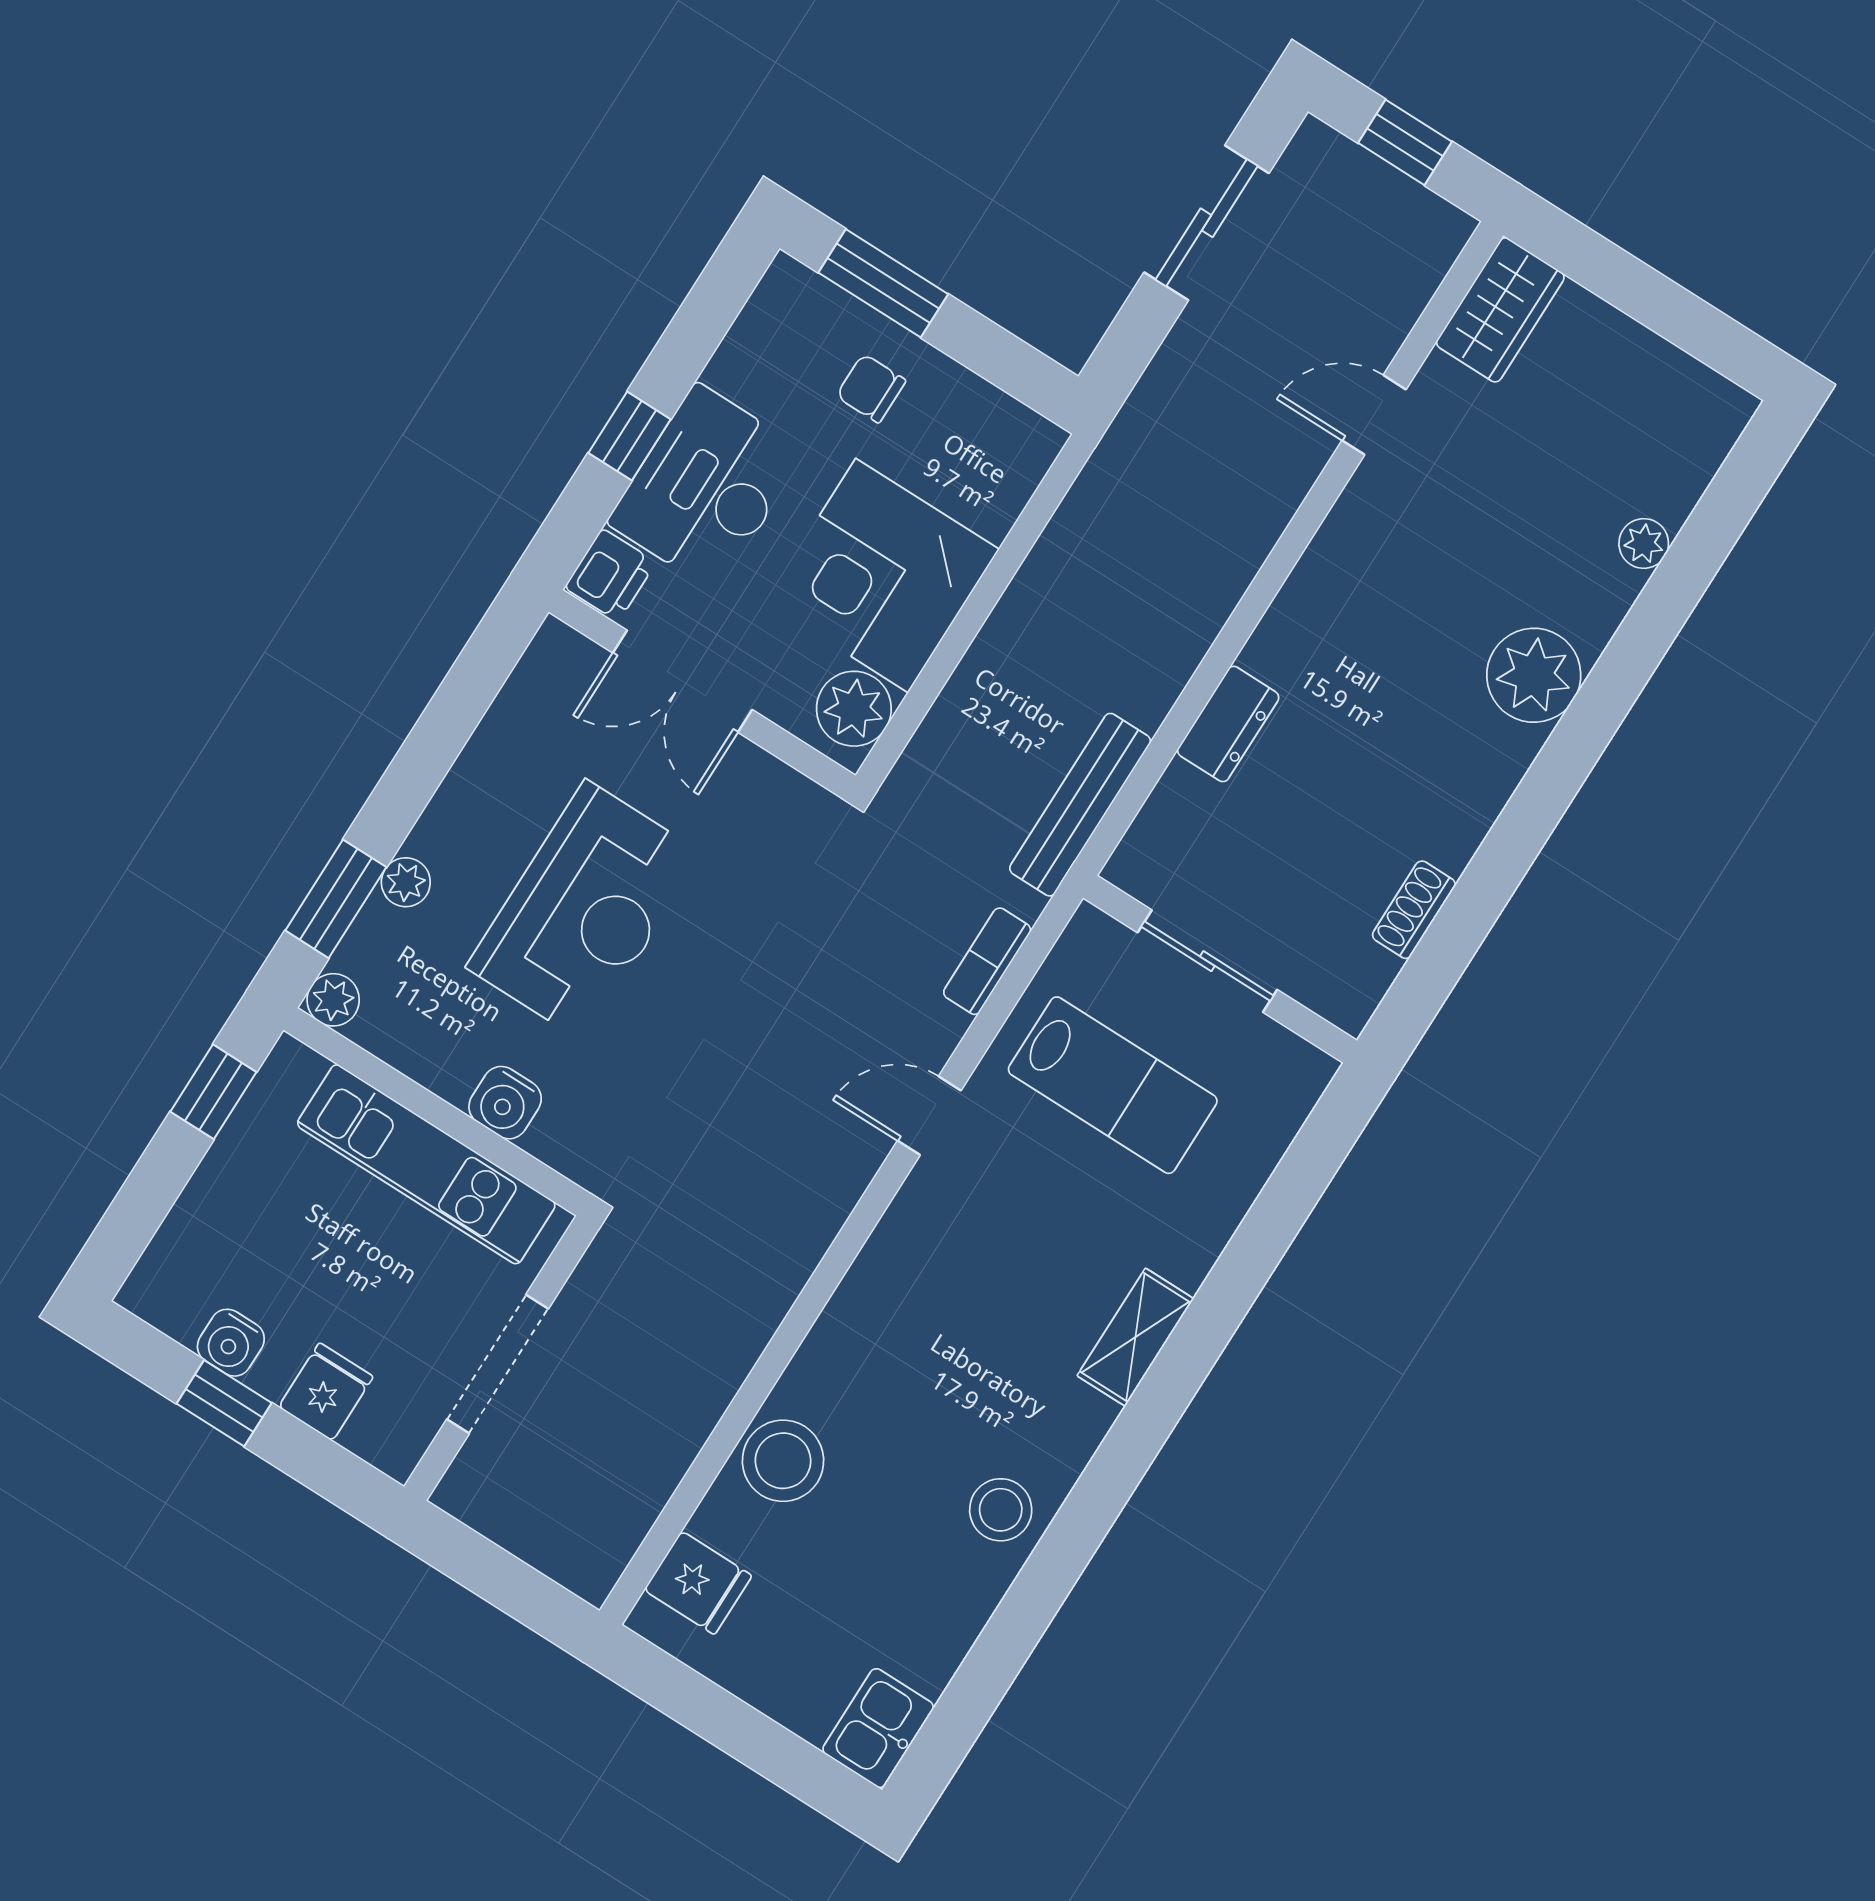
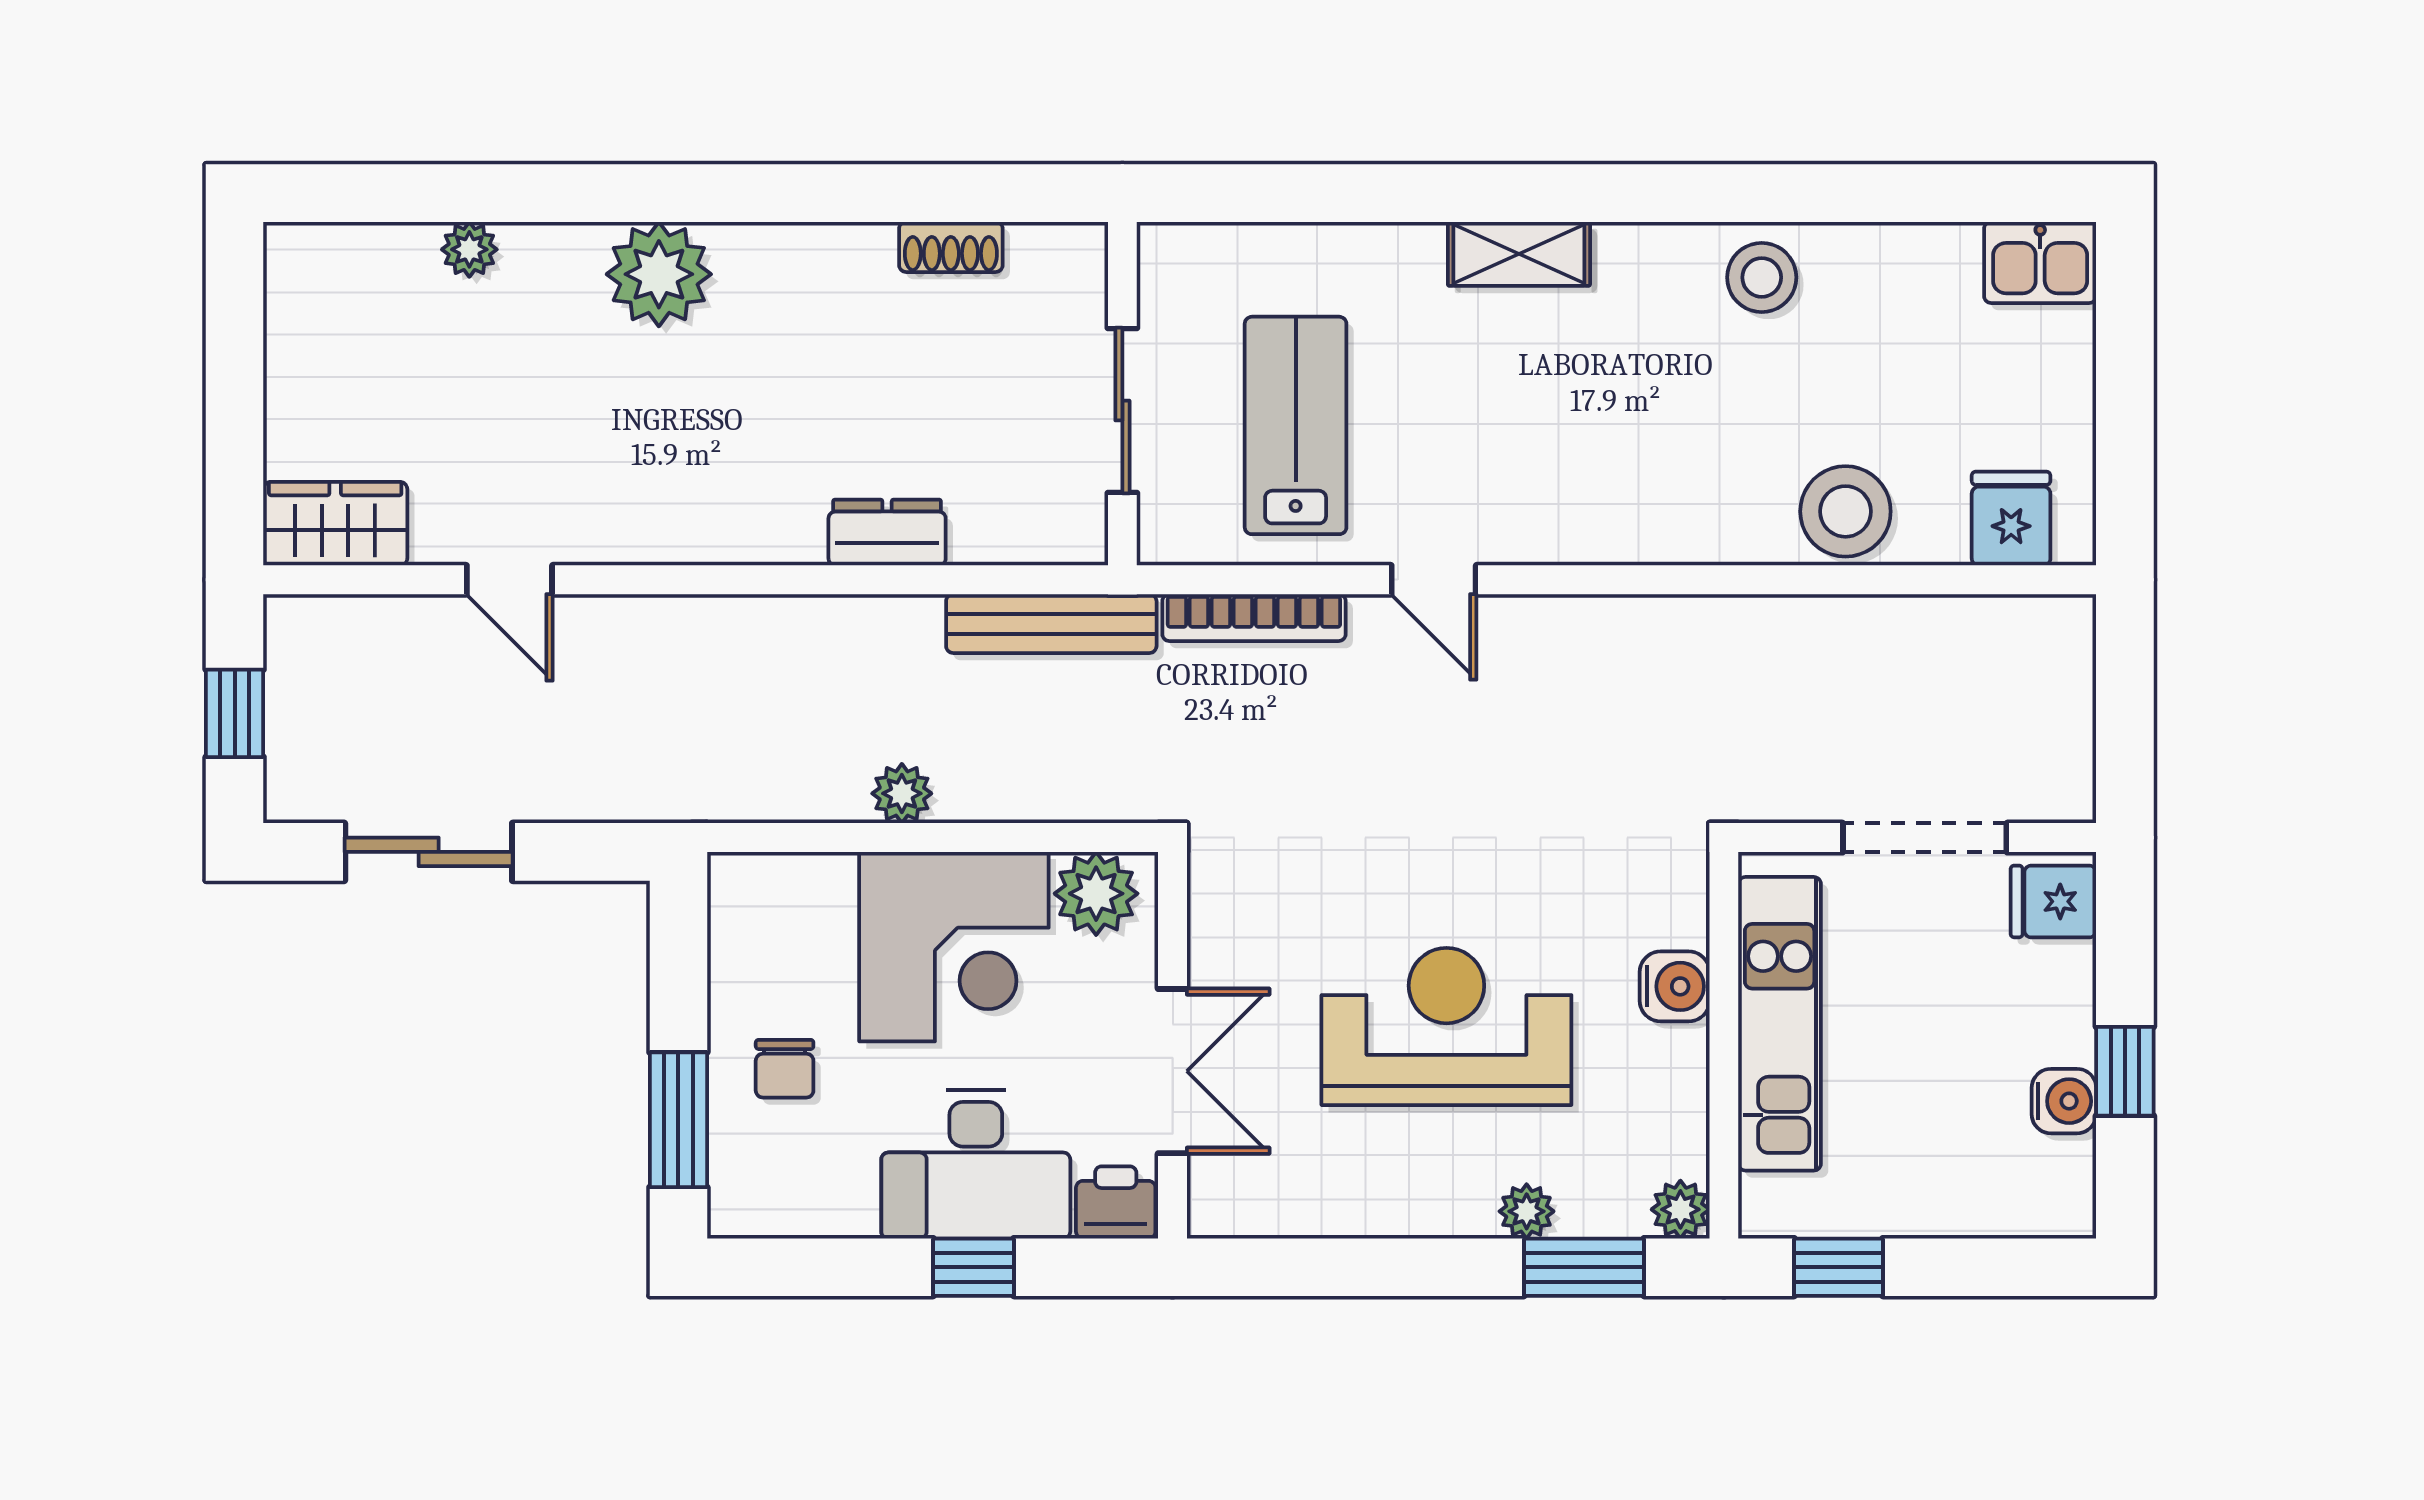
plant: (1023, 610) -> (902, 793), added
bookcase: (987, 961) -> (1254, 618), width x1.56
fridge: (326, 1392) -> (2053, 901), moved

